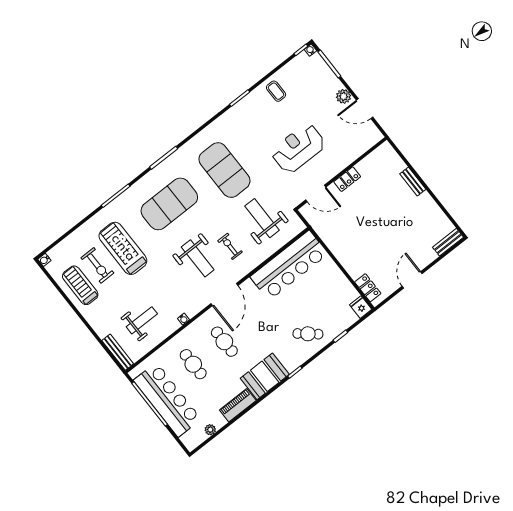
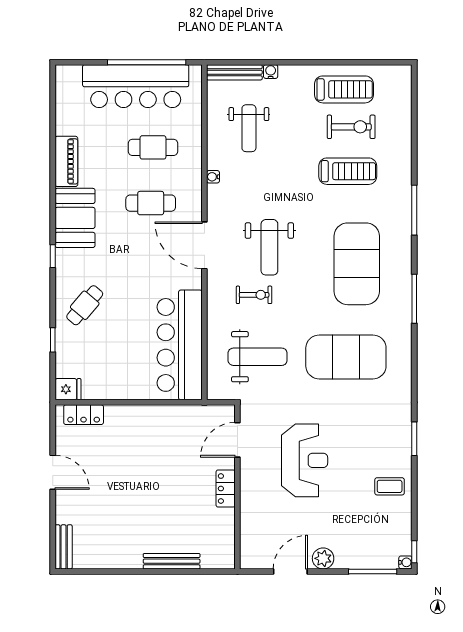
bench: (413, 182) -> (172, 561), width x1.36
treadmill: (123, 248) -> (348, 171), width x0.73, depth x0.73
weight bench: (198, 258) -> (269, 247), turned -90
water cooler: (44, 260) -> (271, 72), moved
exercise bike: (97, 265) -> (351, 127), turned 180
plant: (210, 430) -> (63, 108), removed

